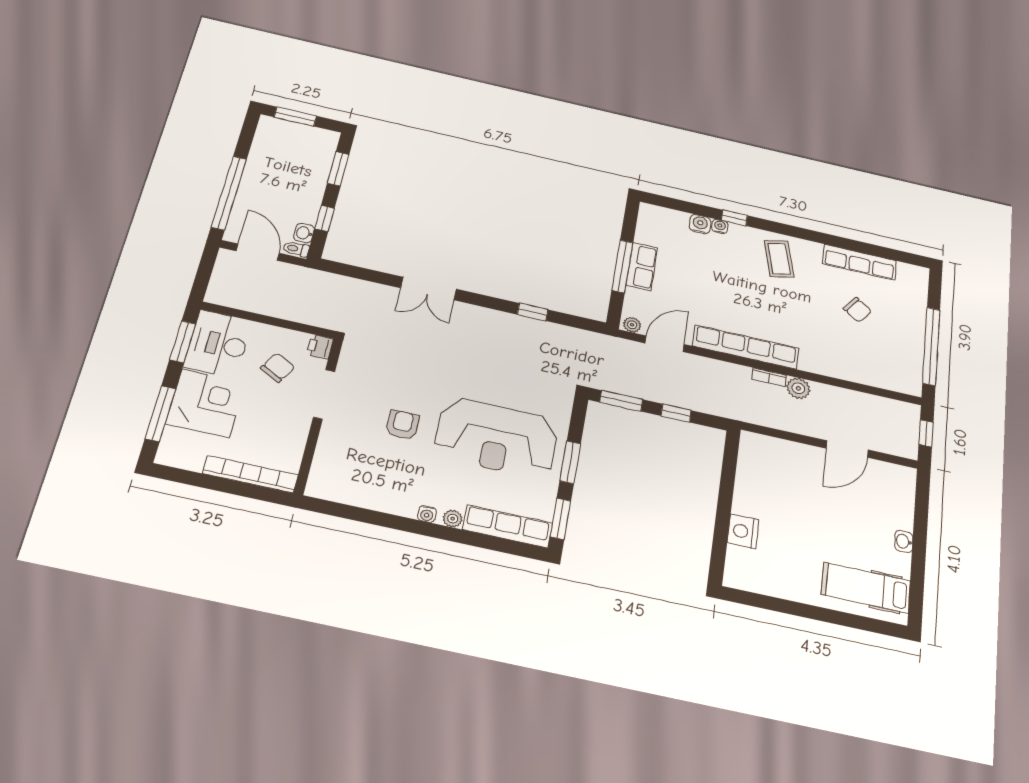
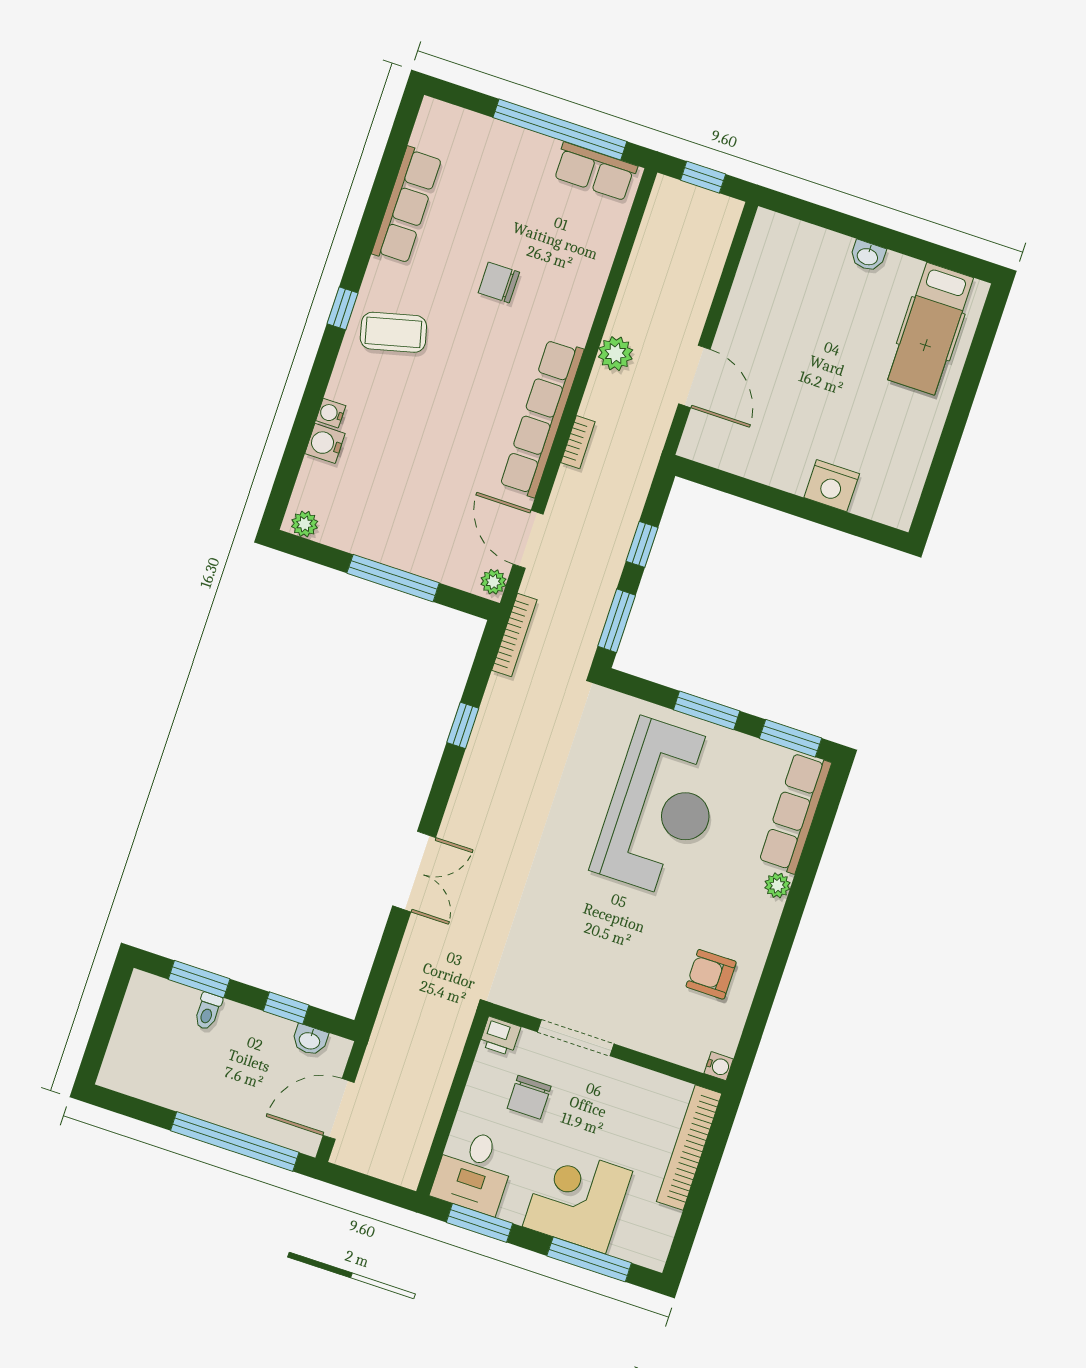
window: (295, 117) -> (101, 1033), removed
plant: (647, 215) -> (305, 524), added
window: (734, 218) -> (342, 308), moved
toilet: (296, 249) -> (208, 1011), moved
row of seats: (642, 266) -> (595, 171), moved, turned 180
chair: (857, 310) -> (499, 282), moved, turned -126
bookcase: (599, 339) -> (514, 635), added
desk: (218, 344) -> (474, 1171), width x0.73
chair: (278, 368) -> (529, 1097), turned -119
bookcase: (769, 377) -> (578, 442), moved
armchair: (402, 425) -> (711, 974), moved
door: (847, 449) -> (694, 377), moved
water cooler: (427, 514) -> (719, 1066), moved

